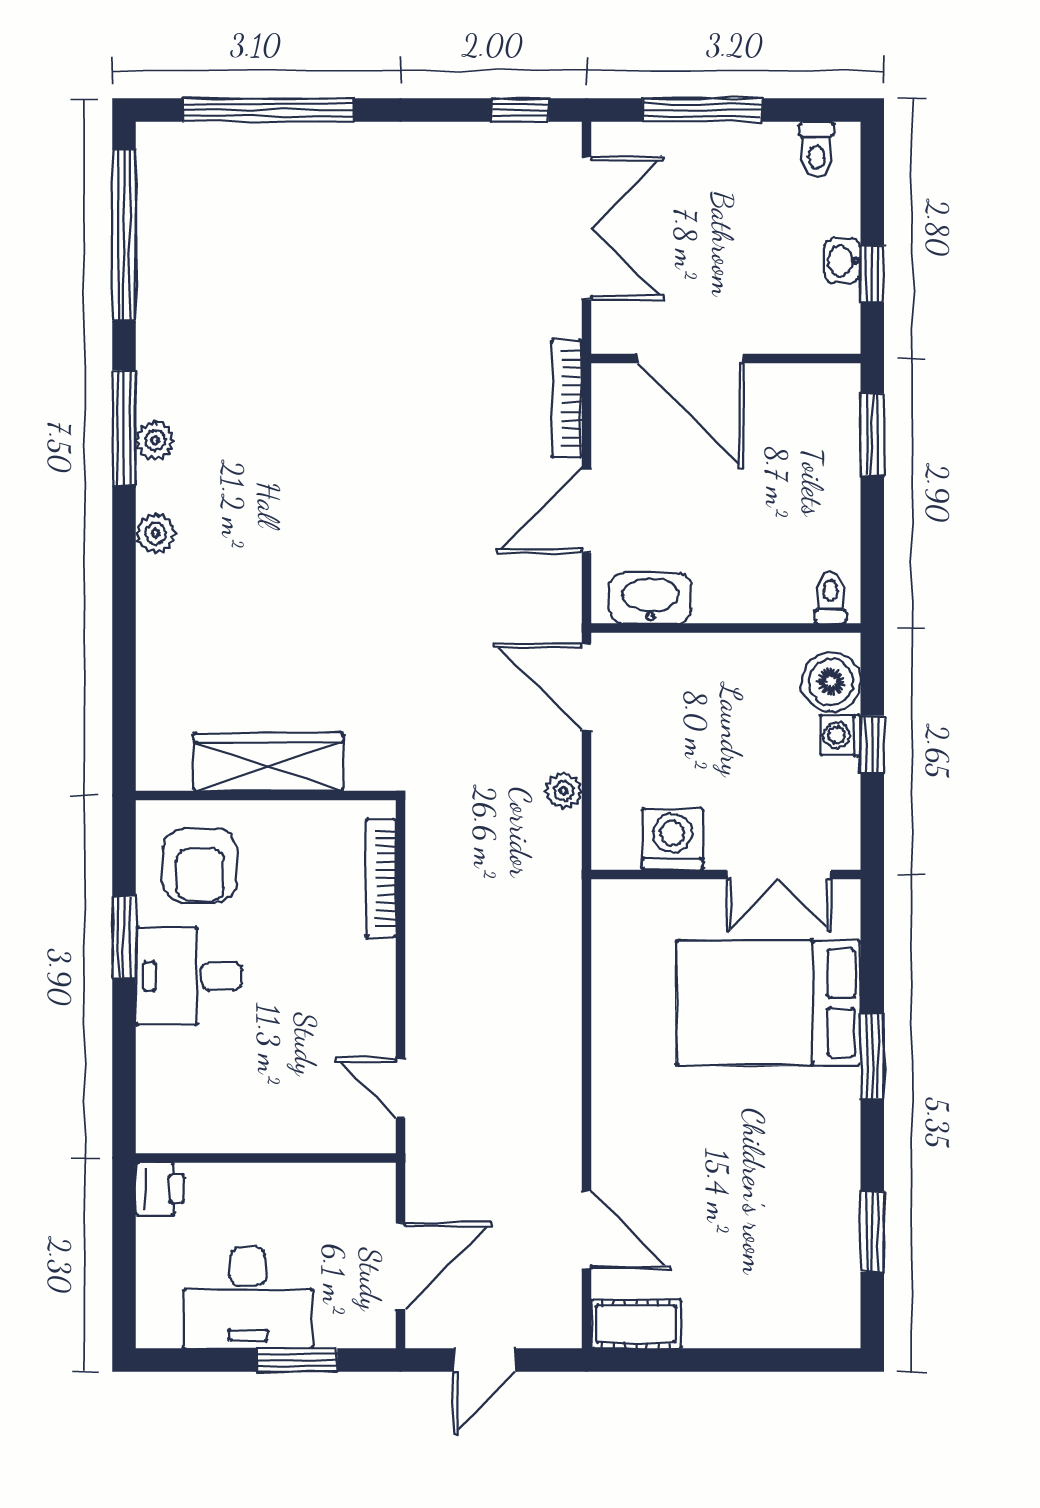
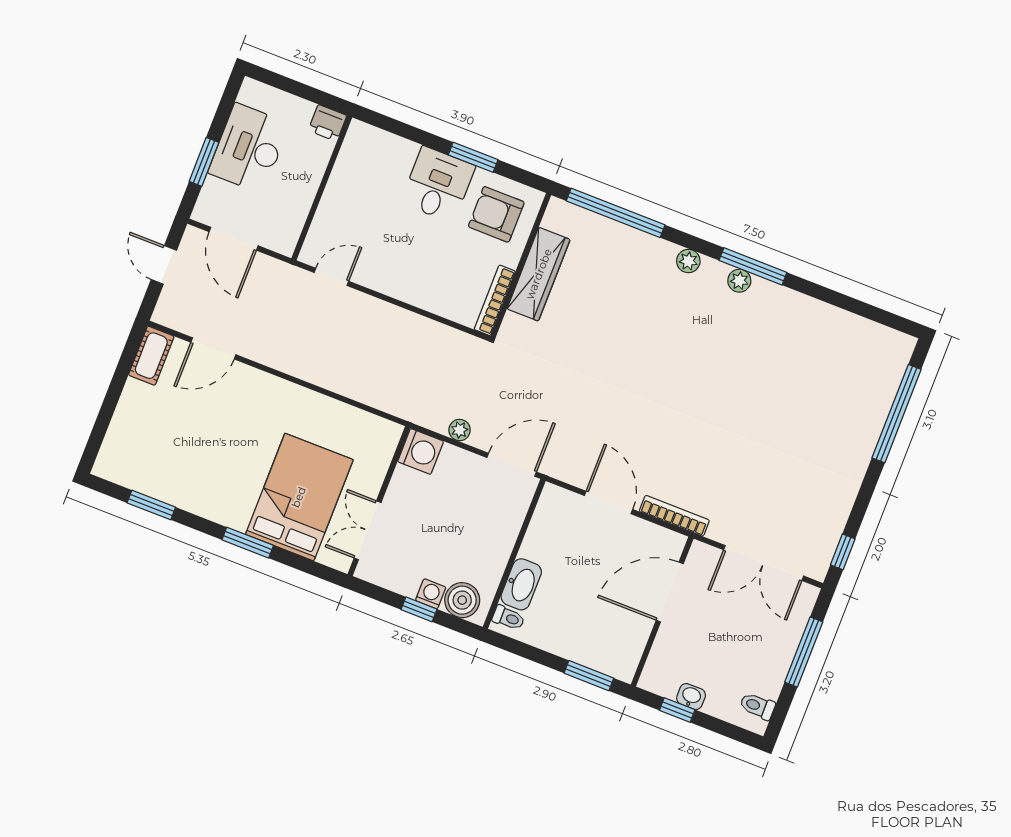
window: (124, 235) -> (616, 213), moved
washbasin: (650, 598) -> (521, 584), moved
washing machine: (672, 839) -> (421, 451), moved
bookcase: (381, 878) -> (495, 300), moved, turned -90

